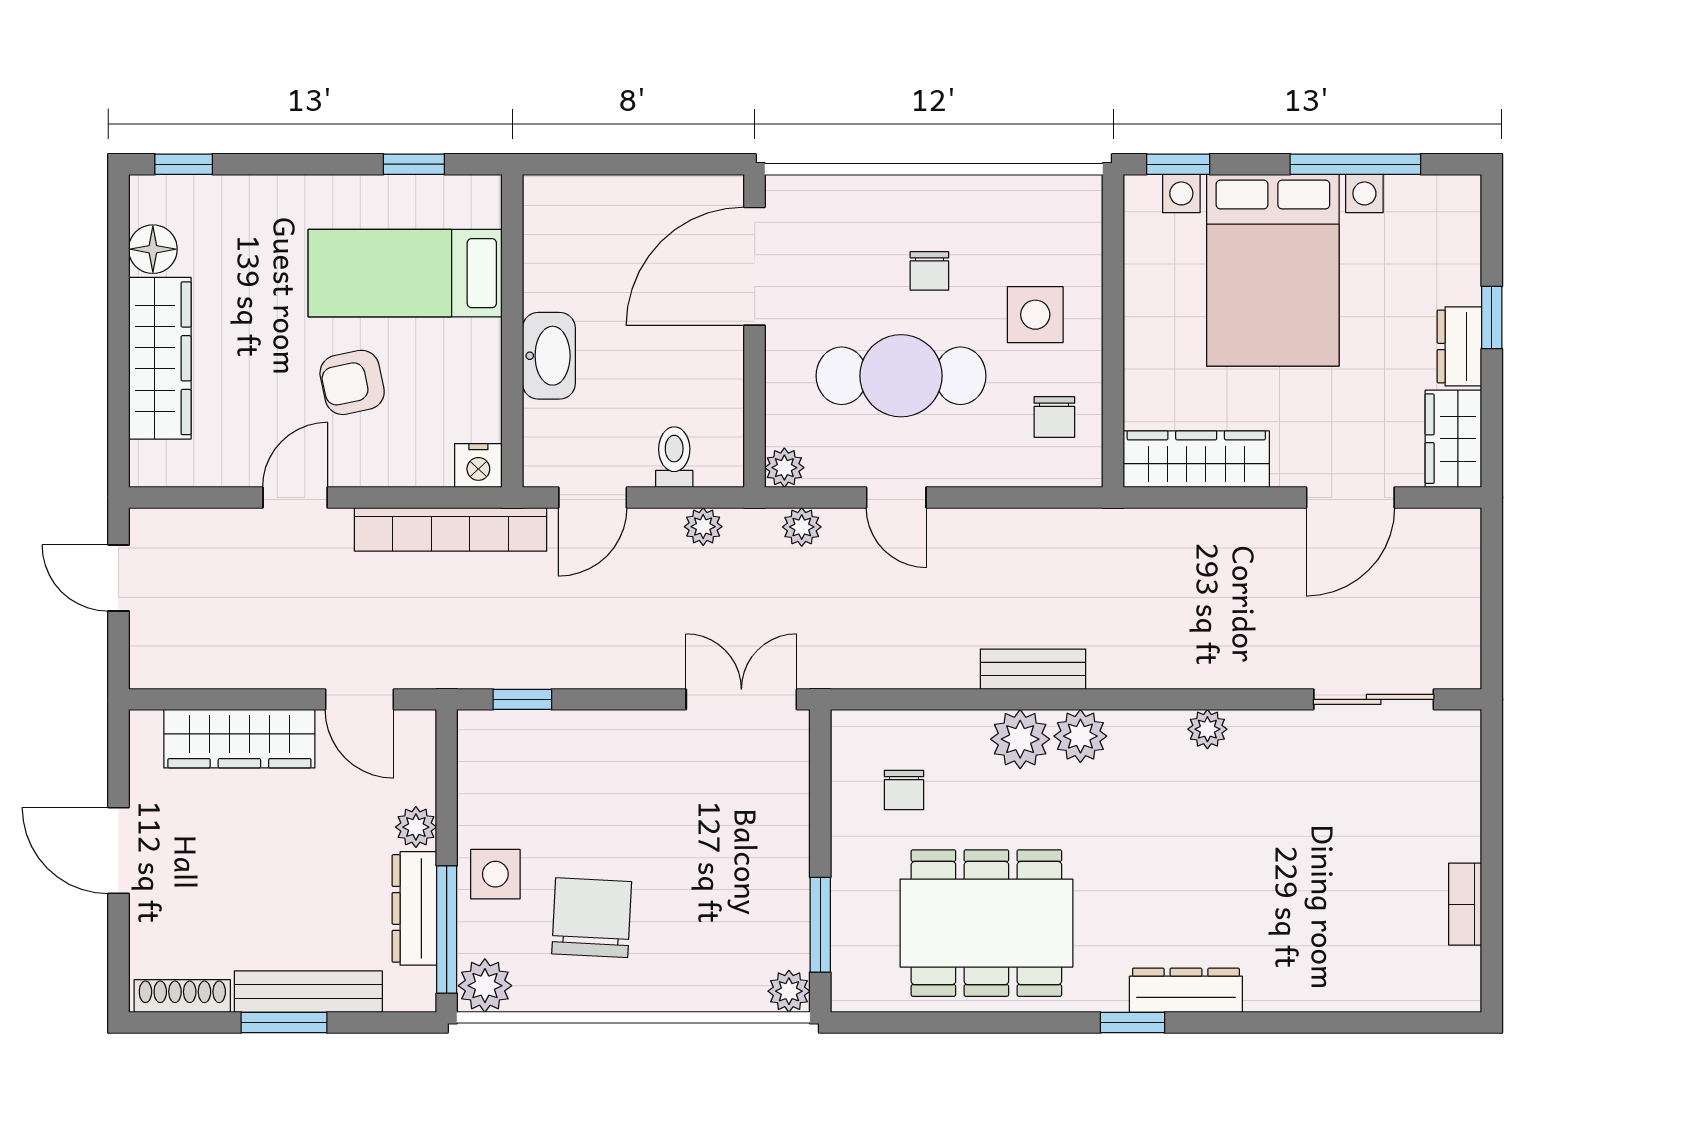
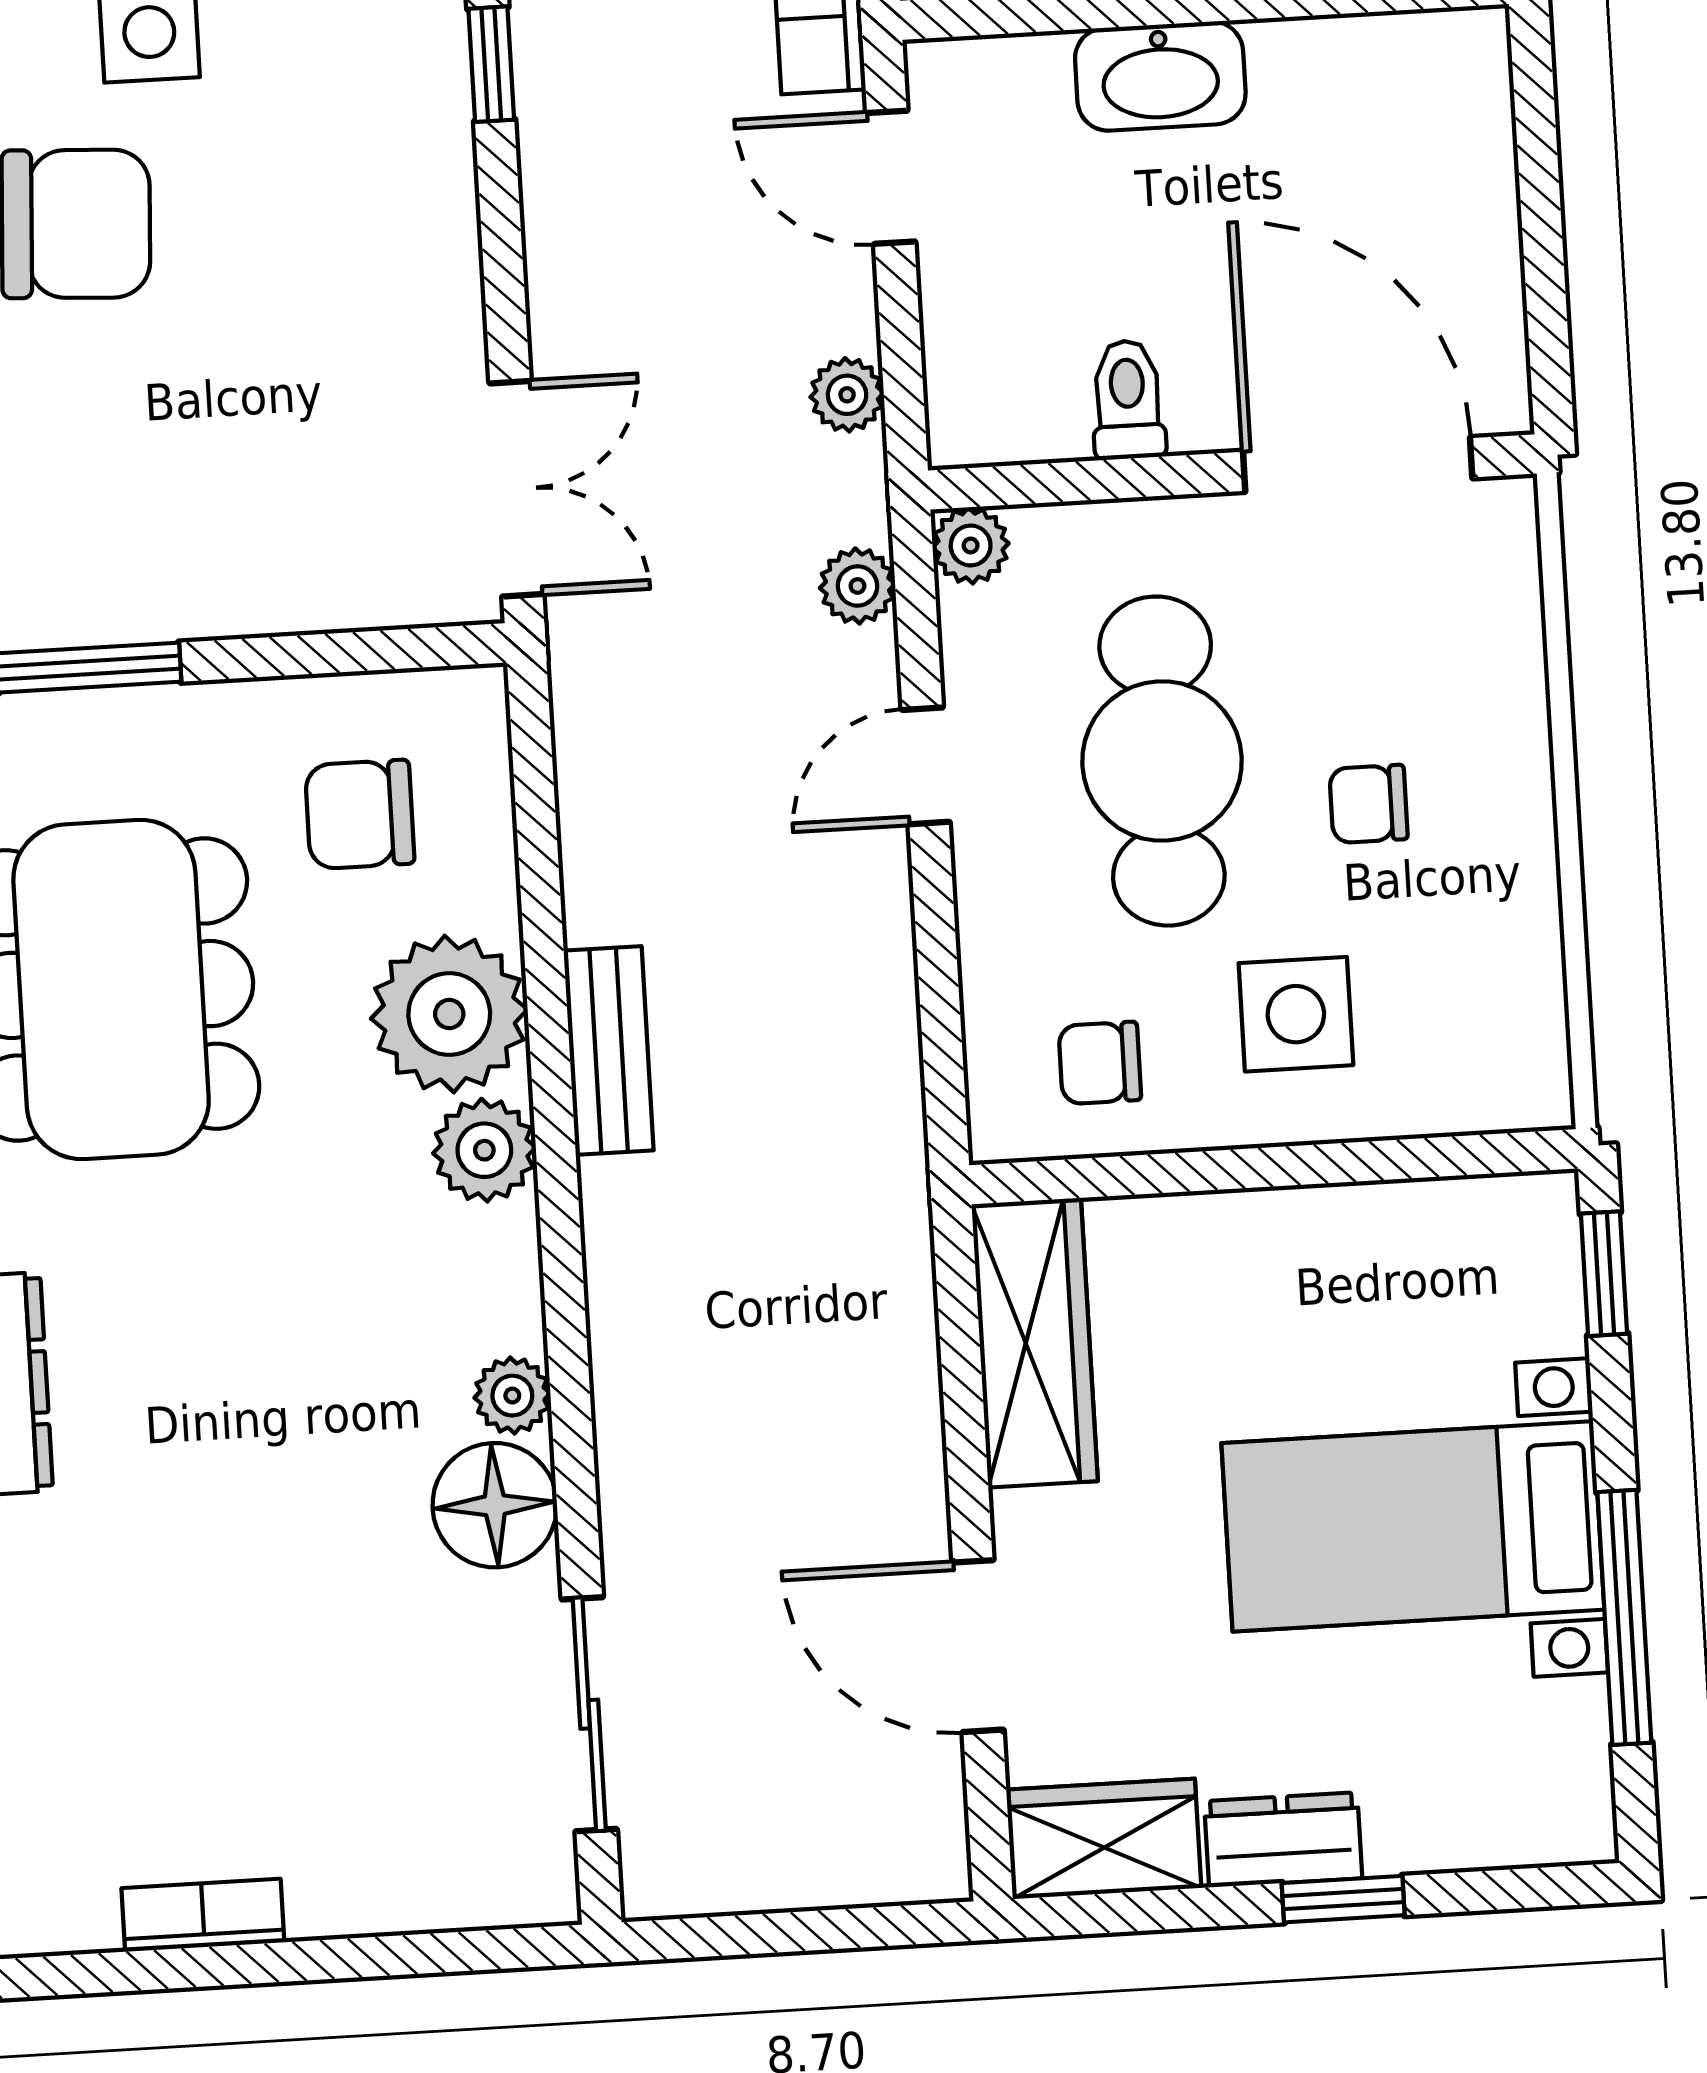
bed with nightstands: (1273, 270) -> (1413, 1526), width x0.73
toilet: (674, 457) -> (1128, 400), moved, turned -90
plant: (1020, 739) -> (449, 1014), width x1.36, depth x1.36
floor lamp: (1263, 742) -> (495, 1505), added
chair: (904, 790) -> (360, 814), width x1.37, depth x1.37

